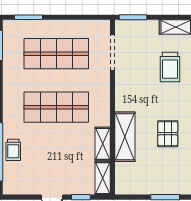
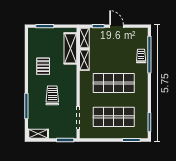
trolley: (170, 67) -> (52, 95), moved
shelving: (125, 137) -> (70, 48), moved

